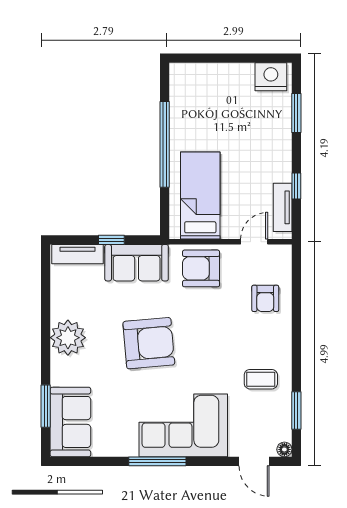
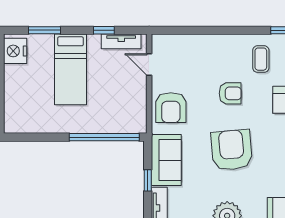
window: (165, 144) -> (104, 137), moved
bed: (200, 195) -> (70, 69), moved, turned -90
armchair: (265, 298) -> (230, 93), moved

